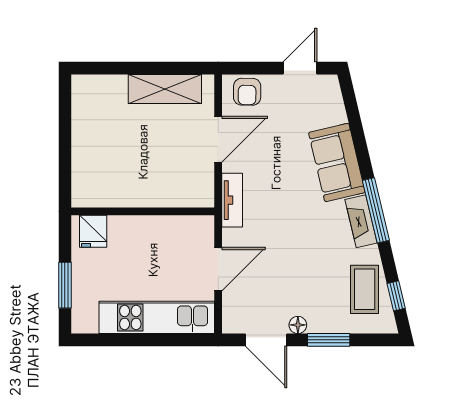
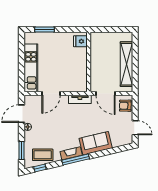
shelving: (165, 89) -> (126, 64), width x1.47
wall: (143, 211) -> (89, 62), moved
fridge: (93, 231) -> (80, 41), moved
door: (218, 269) -> (51, 94), hinge flipped
window: (329, 340) -> (22, 150), moved

